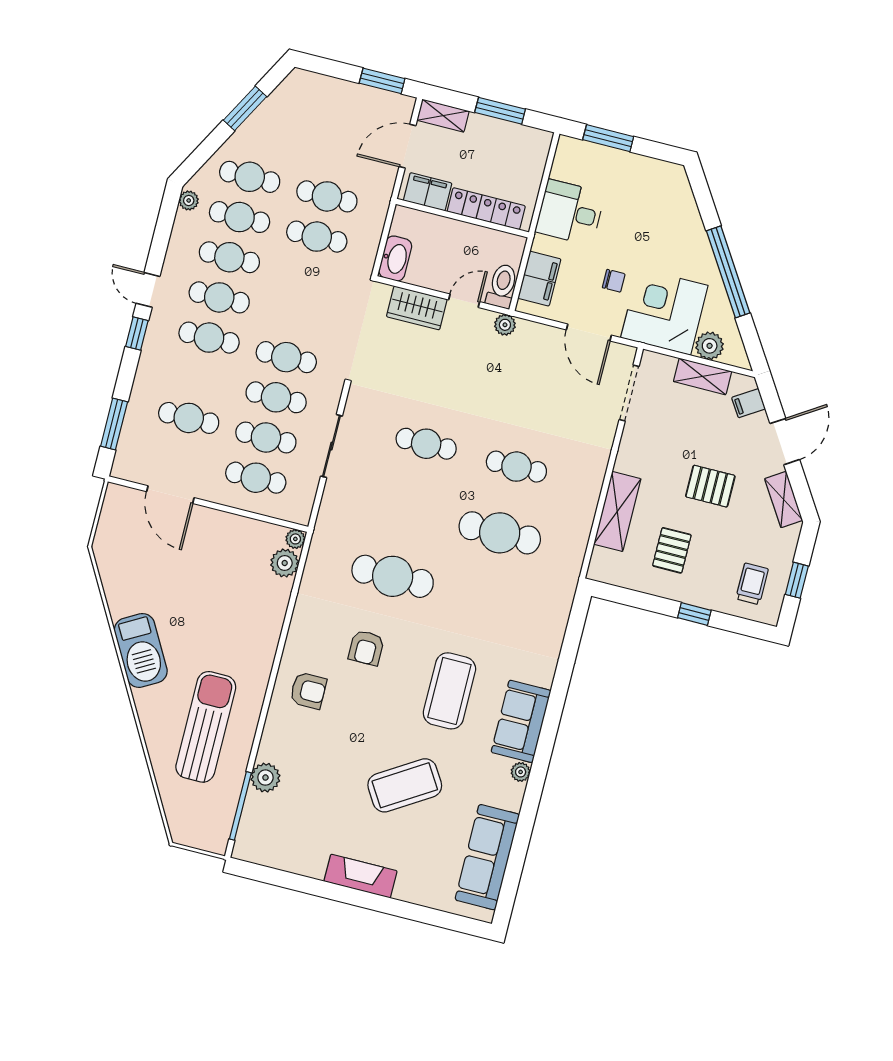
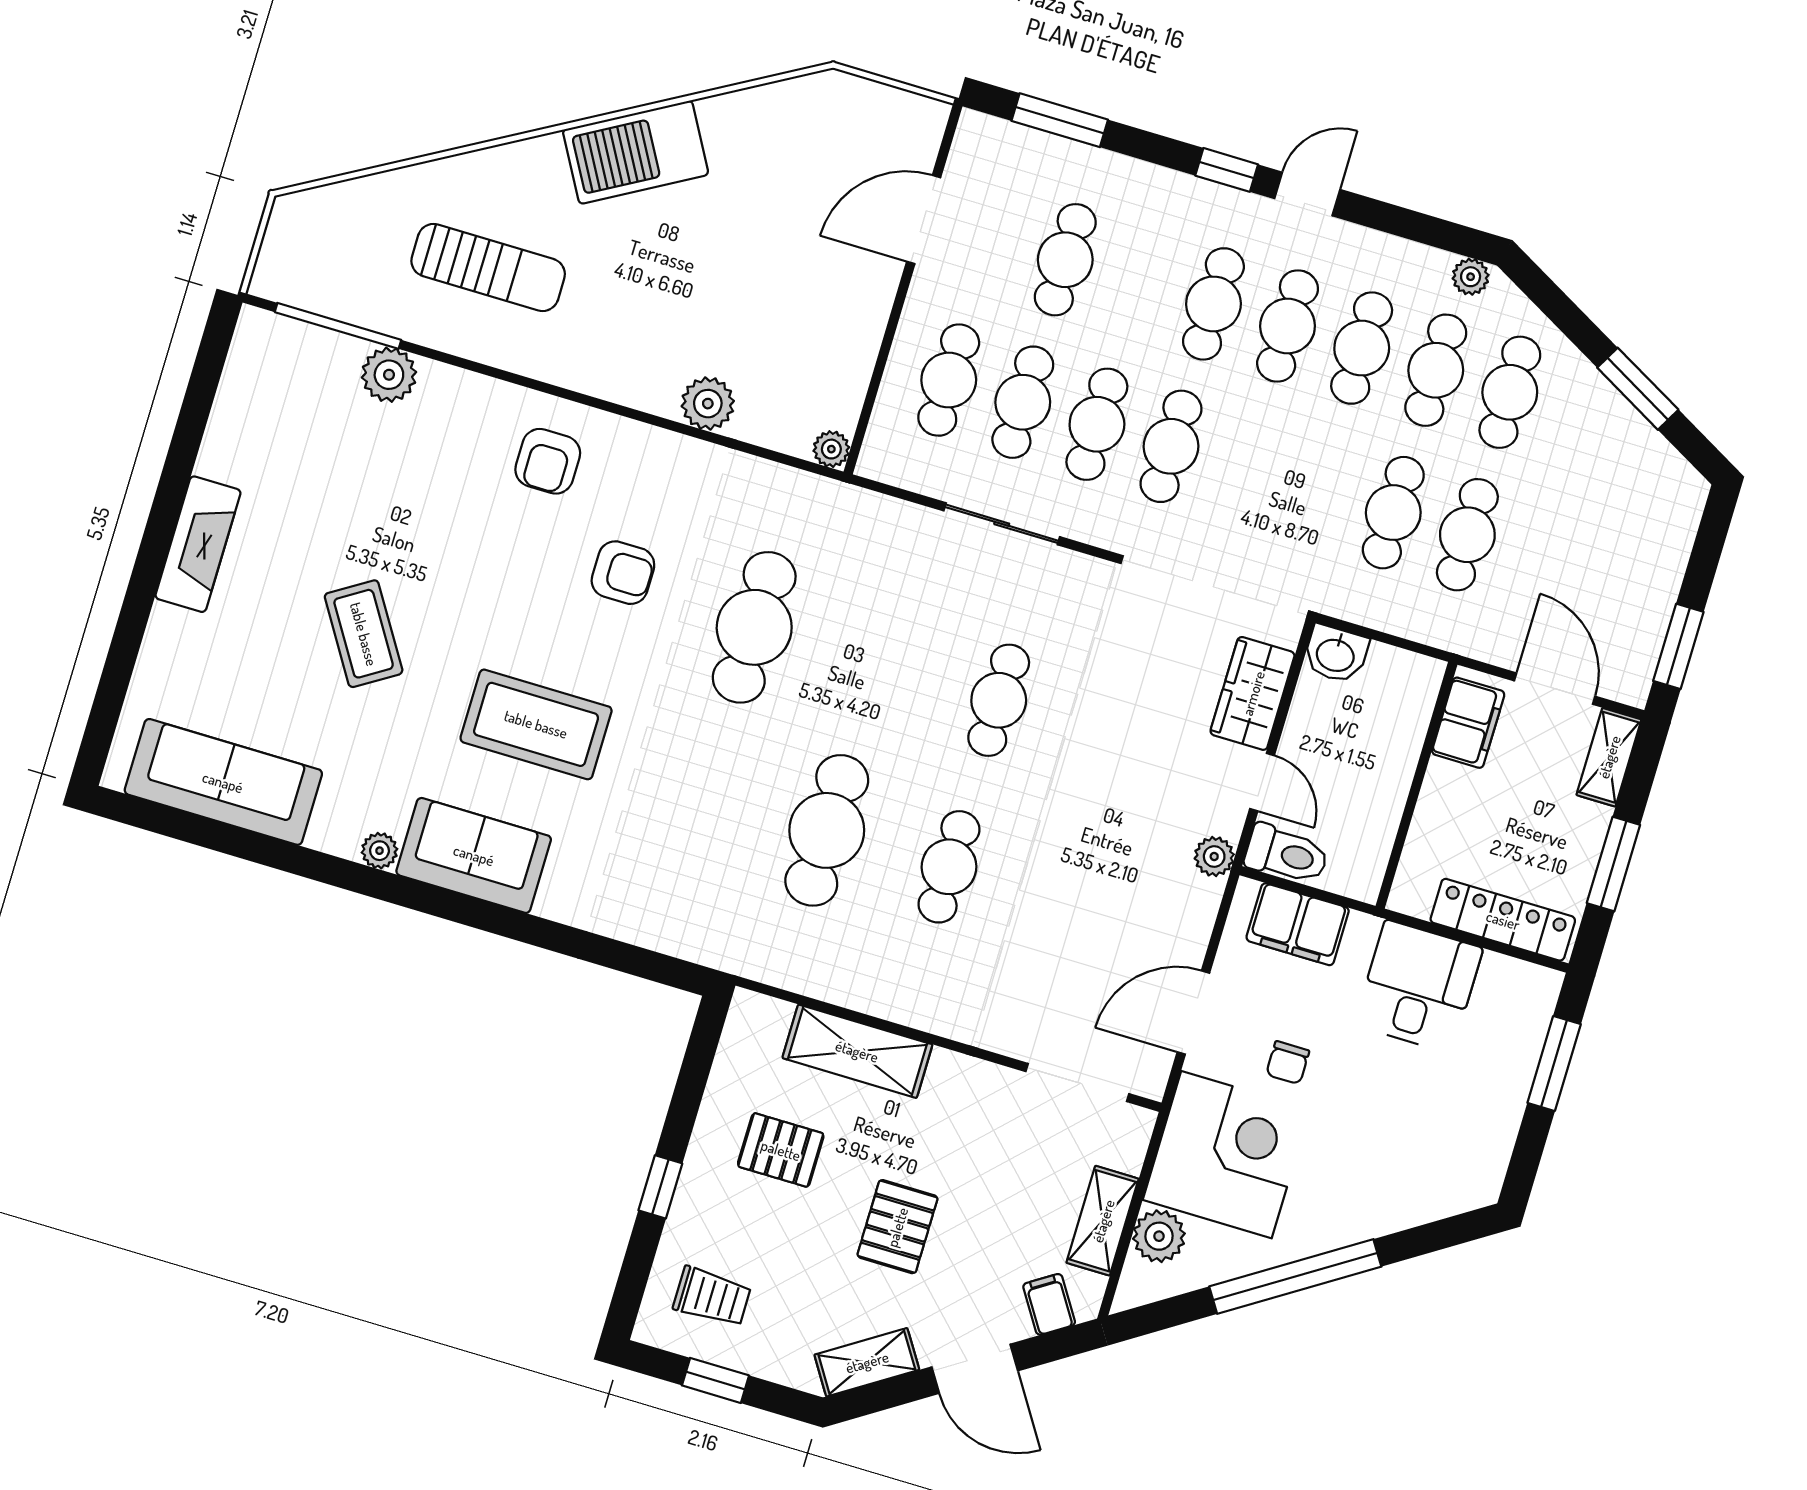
locker: (486, 209) -> (1503, 920), moved, turned -90
washbasin: (395, 258) -> (1336, 654), width x0.72
plant: (285, 563) -> (708, 404), moved
armchair: (366, 648) -> (623, 573), turned 180
sun lounger: (206, 727) -> (488, 267), width x0.73, depth x0.75
coffee table: (405, 785) -> (364, 634), width x0.73, depth x0.76

